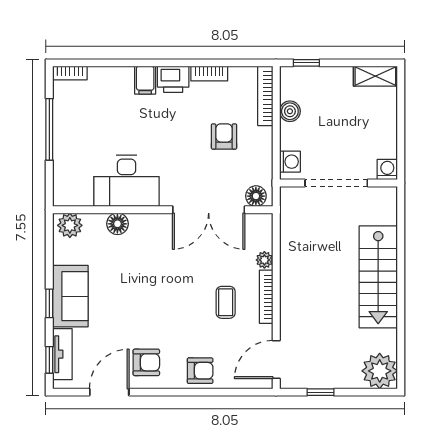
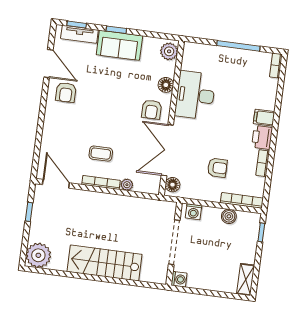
armchair: (200, 371) -> (152, 109), moved

